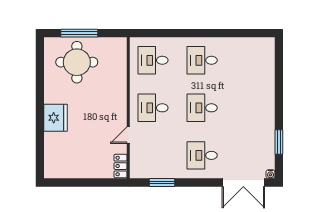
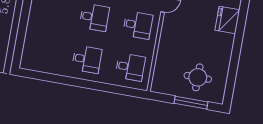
round table: (77, 62) -> (198, 77), width x0.73, depth x0.73
fridge: (56, 118) -> (227, 20), moved

